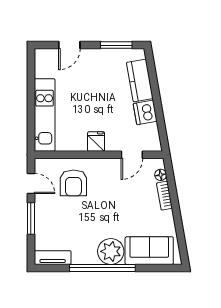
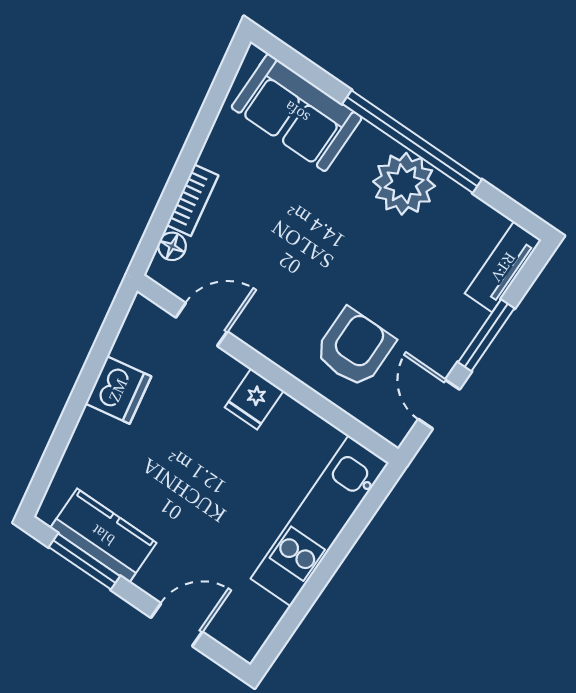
kitchen counter: (140, 80) -> (103, 535), moved, turned -80
plant: (111, 251) -> (404, 184), moved
tv unit: (53, 258) -> (503, 267), moved, turned 90

